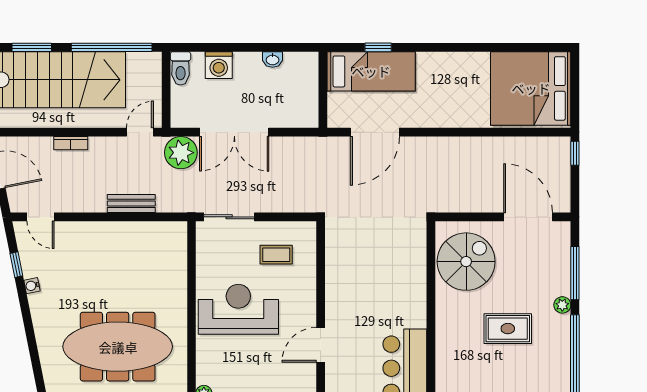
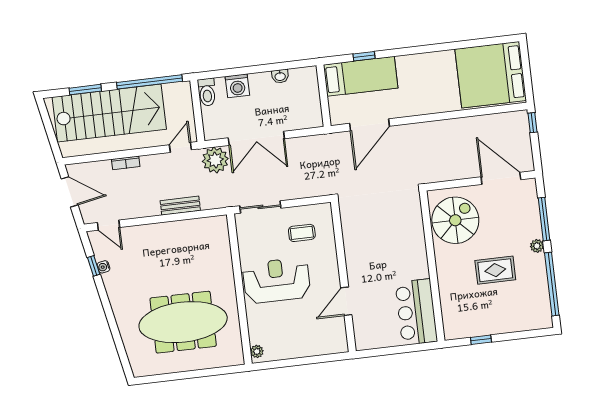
water cooler: (32, 286) -> (104, 267), moved

